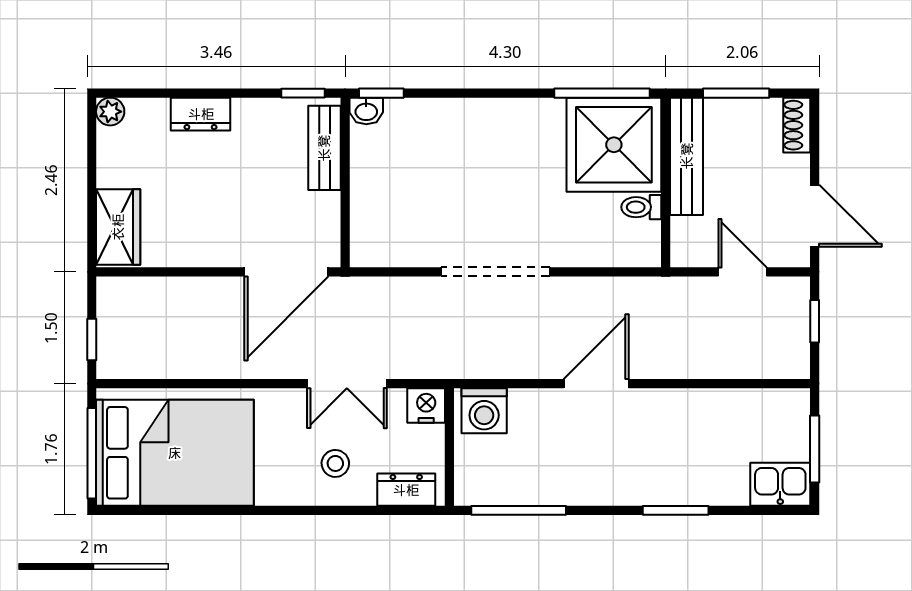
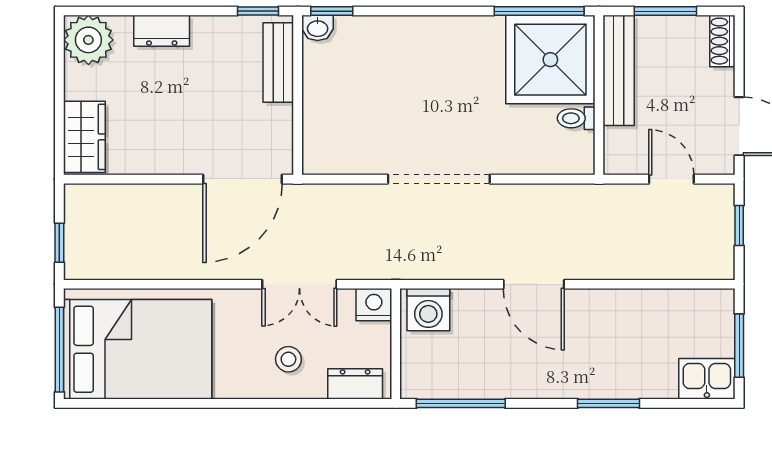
plant: (110, 112) -> (88, 40), width x1.88, depth x1.88
door: (596, 384) -> (534, 284), swing flipped

